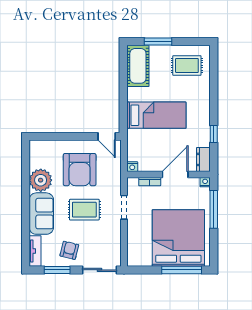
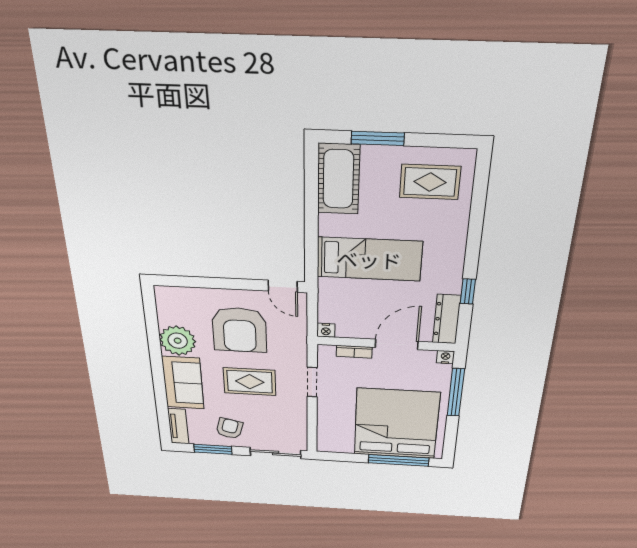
dresser: (203, 159) -> (447, 319), width x1.44

